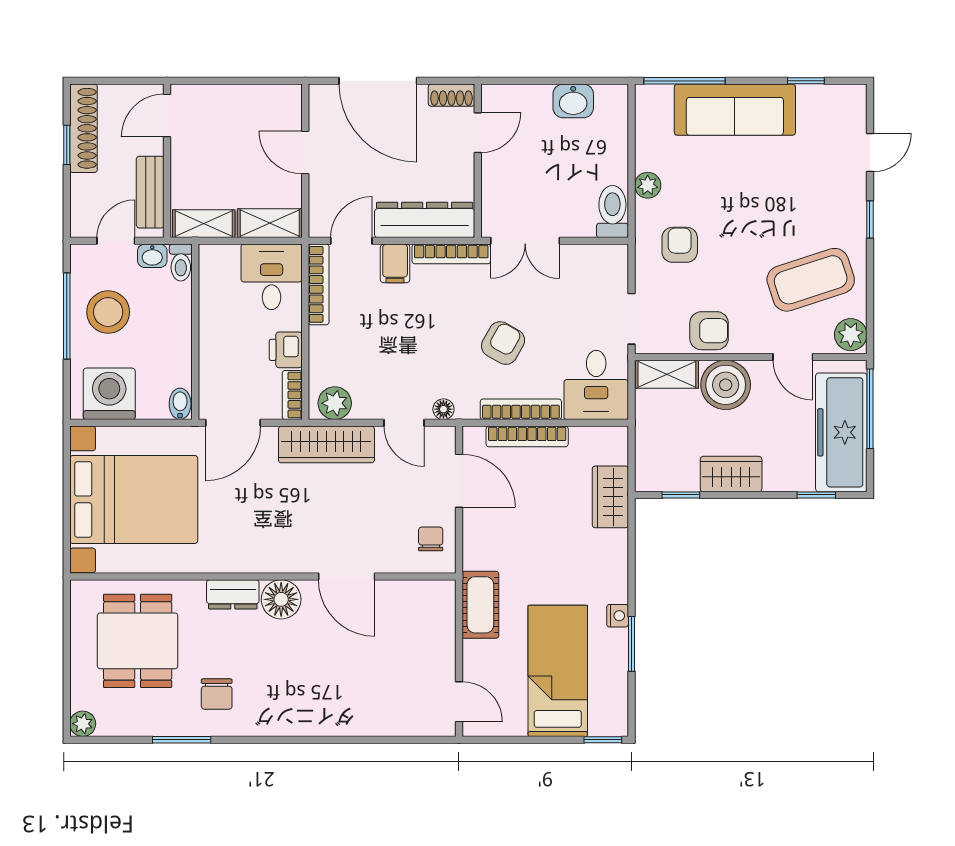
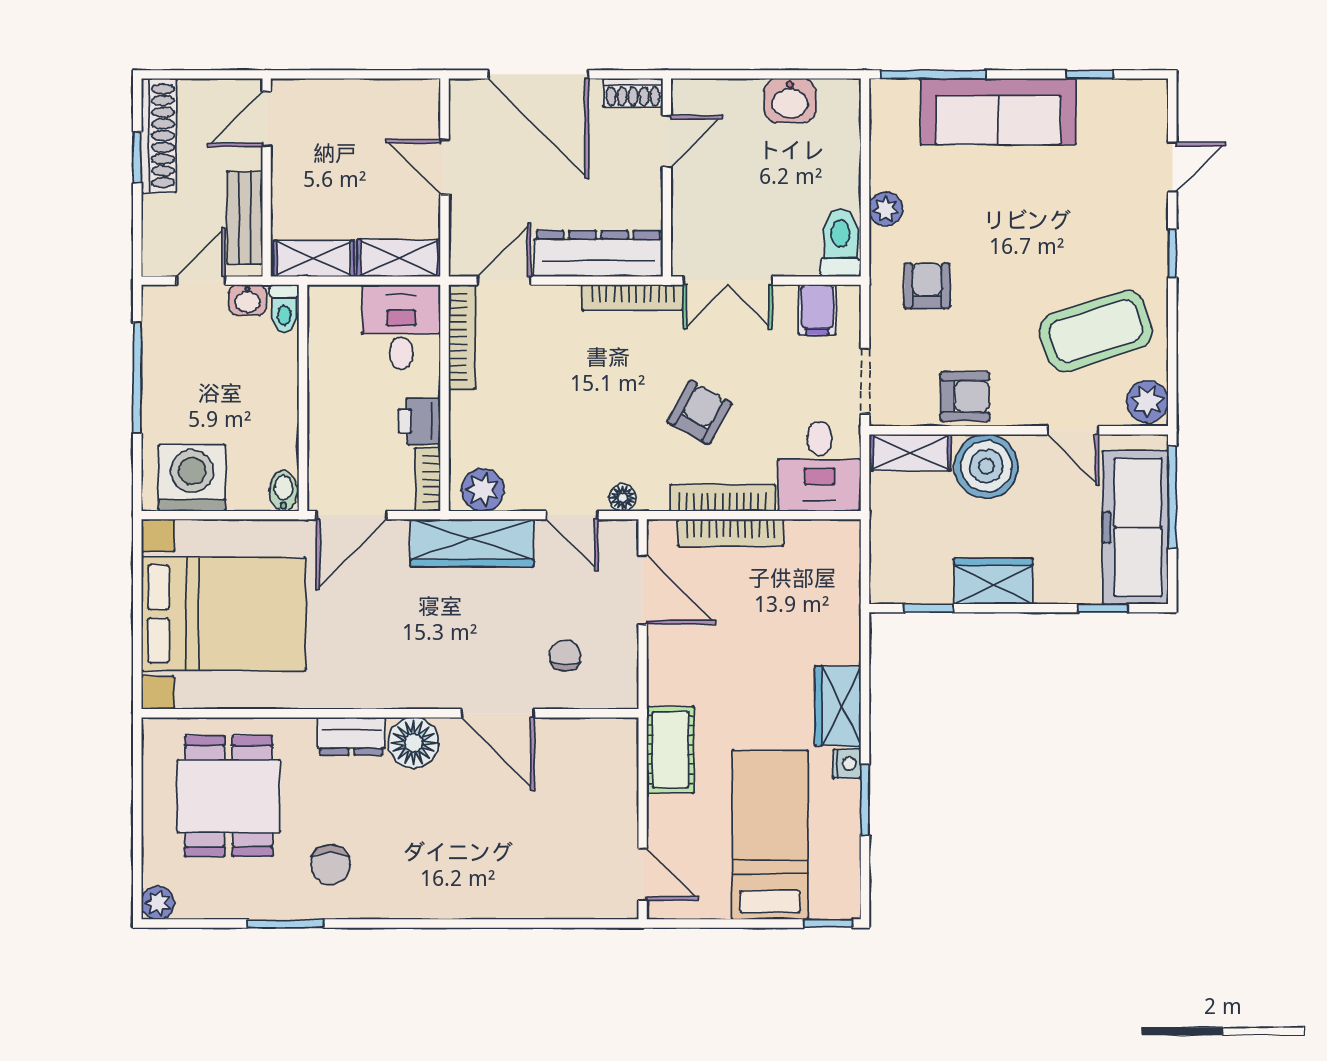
filing cabinet: (395, 263) -> (817, 310), moved
stool: (108, 312) -> (191, 372), removed
wardrobe: (610, 497) -> (838, 706), moved
chair: (431, 539) -> (565, 656), moved

